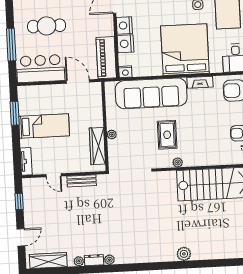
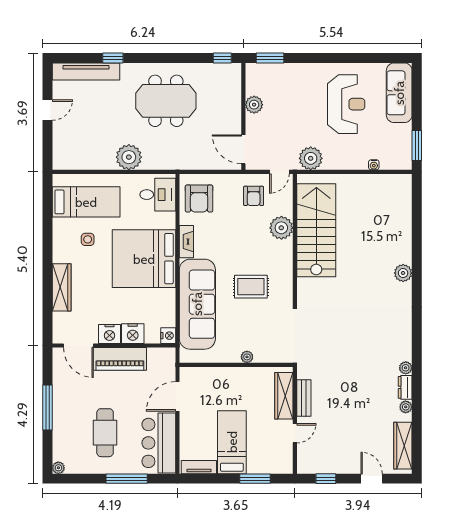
piano: (106, 58) -> (120, 359), moved
window: (15, 113) -> (255, 479), moved
wardrobe: (97, 146) -> (284, 396), moved, turned 90
tv unit: (26, 161) -> (199, 467), moved
plant: (178, 162) -> (281, 228), moved, width x1.88, depth x1.88

